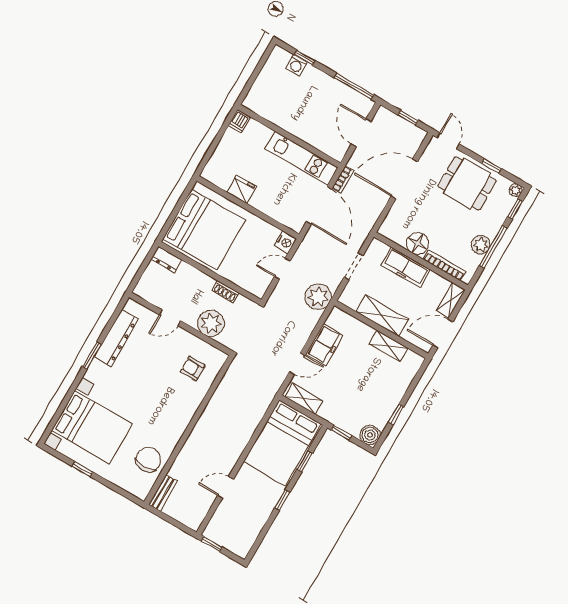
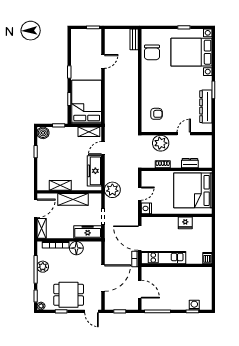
dresser: (166, 259) -> (190, 163), moved
freezer: (406, 267) -> (88, 232), moved
freezer: (324, 345) -> (94, 171), width x1.40

